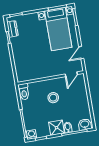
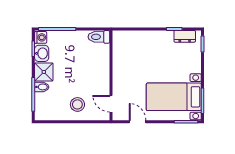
stool: (53, 98) -> (77, 104), moved
washbasin: (85, 124) -> (42, 53), moved

